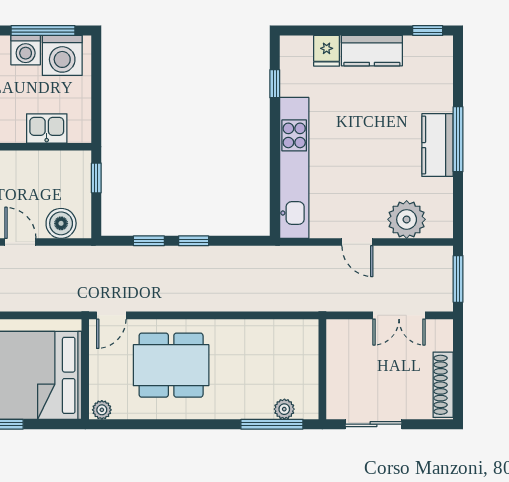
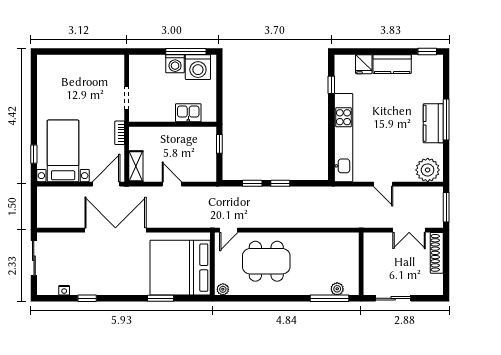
plant: (407, 219) -> (428, 170), moved
boiler: (61, 223) -> (197, 172), removed
shoe rack: (443, 385) -> (437, 253), moved

